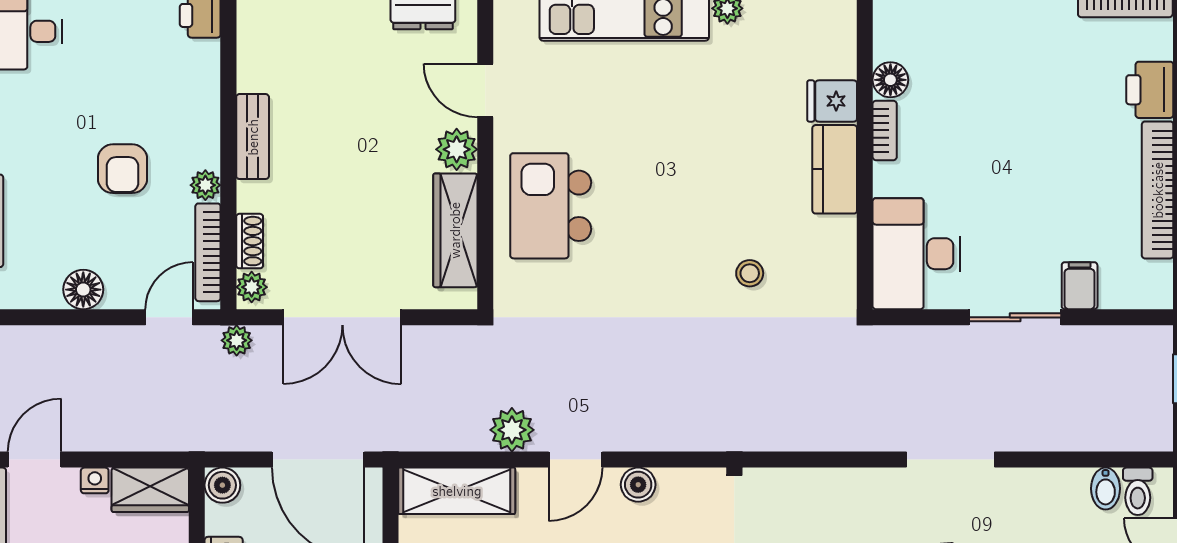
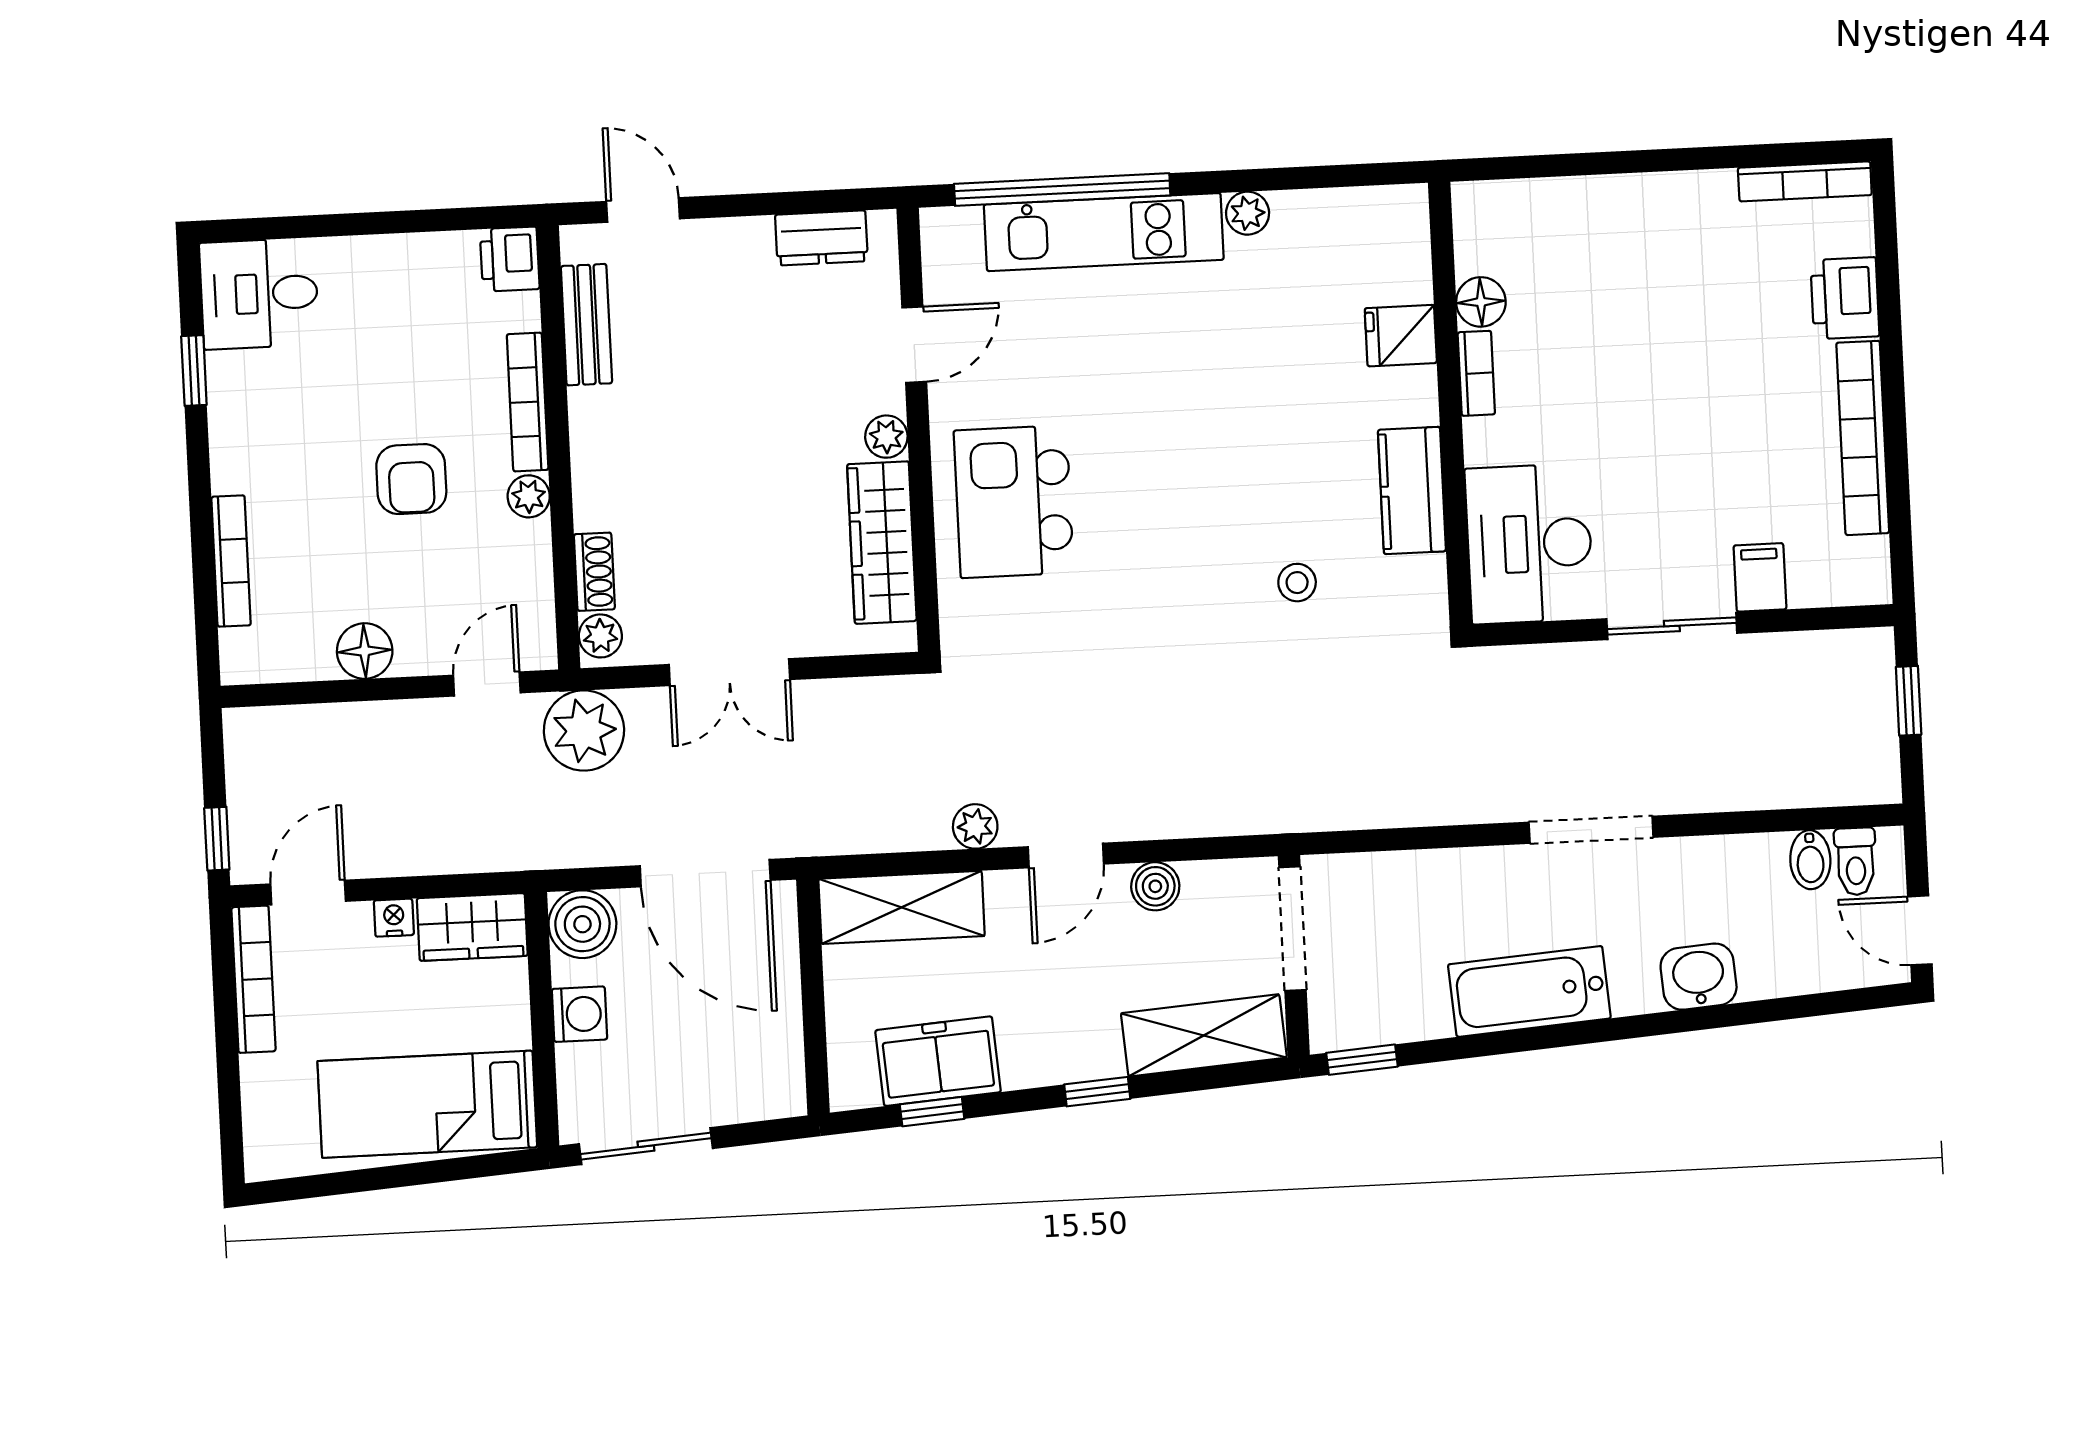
door: (485, 91) -> (914, 345), swing flipped
bench: (253, 137) -> (586, 325), moved
plant: (457, 149) -> (886, 437), width x0.73, depth x0.73
kitchen counter: (835, 169) -> (1412, 490), moved
bookcase: (208, 252) -> (528, 402), moved
double door: (342, 317) -> (729, 672), width x0.73
plant: (237, 340) -> (584, 731), width x1.87, depth x1.87
plant: (512, 430) -> (975, 826), width x0.73, depth x0.73
boiler: (222, 485) -> (582, 924), width x1.36, depth x1.36

